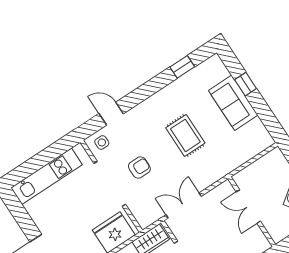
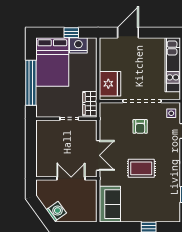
sofa: (233, 103) -> (110, 204), moved, turned 90
double door: (184, 206) -> (98, 155), moved

